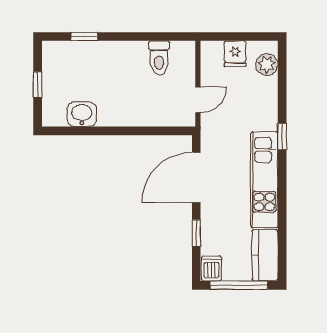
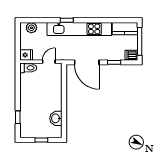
fridge: (235, 54) -> (26, 55), moved
toilet: (159, 58) -> (28, 68), moved
door: (198, 100) -> (49, 62), hinge flipped
kitchen unit: (264, 180) -> (79, 29), width x1.36

